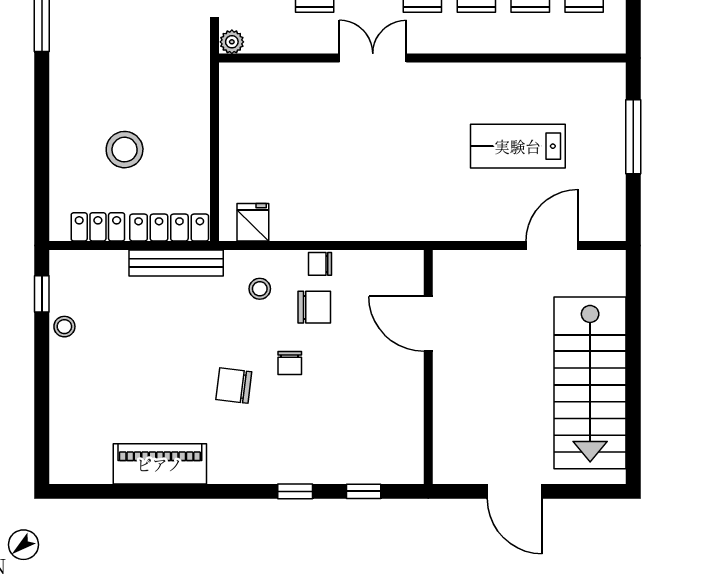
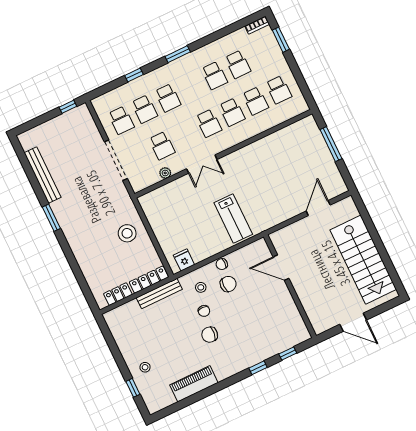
plant: (232, 42) -> (165, 173), moved
double door: (373, 58) -> (202, 164), swing flipped
lab bench: (518, 146) -> (233, 218), moved, turned -90
stool: (125, 150) -> (127, 233), moved
window: (42, 294) -> (133, 388), moved
stool: (64, 327) -> (145, 367), moved
chair: (290, 363) -> (204, 311), moved

